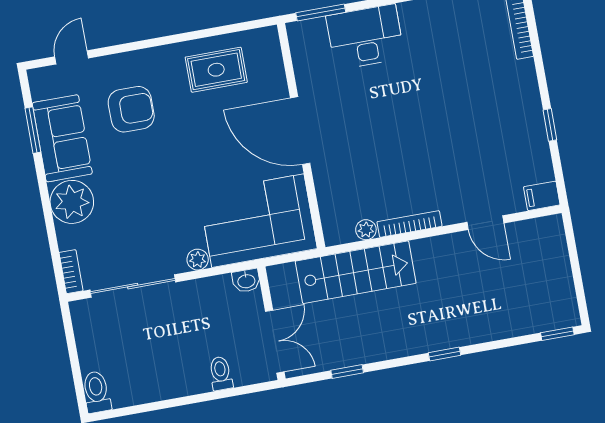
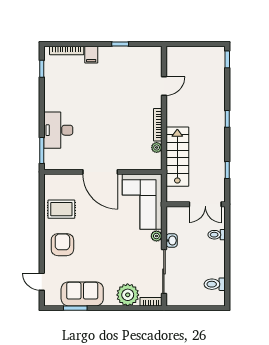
rug: (216, 70) -> (61, 209), turned 90
armchair: (131, 109) -> (62, 245), moved
door: (300, 131) -> (100, 172), hinge flipped
filing cabinet: (542, 196) -> (91, 55), moved
plant: (72, 202) -> (128, 295), moved
washbasin: (246, 281) -> (172, 240), moved
double door: (275, 342) -> (205, 204), swing flipped
toilet: (97, 392) -> (215, 284), moved

